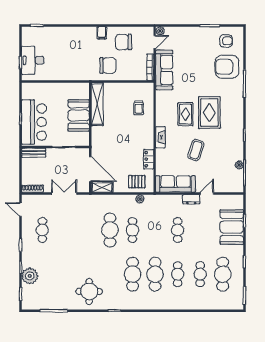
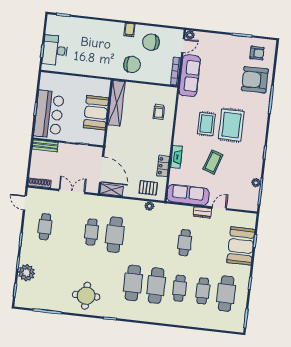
fireplace: (160, 137) -> (176, 157), moved
cafe table: (133, 230) -> (92, 232), moved

